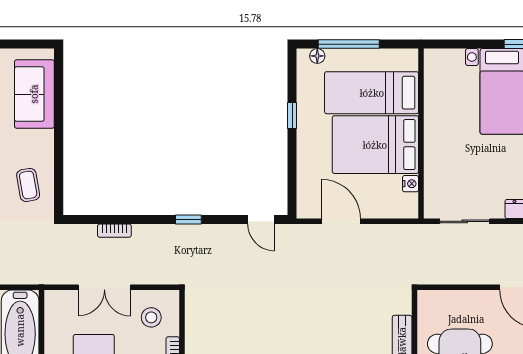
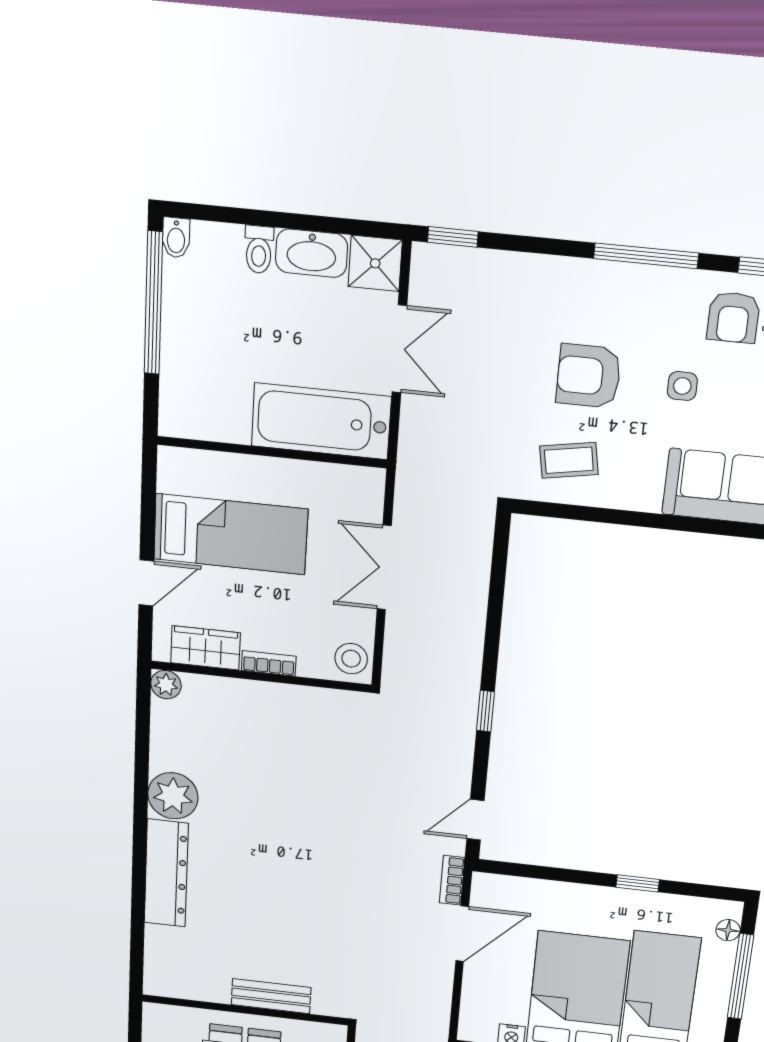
bookcase: (114, 231) -> (452, 880), moved
stool: (151, 317) -> (351, 659), moved

